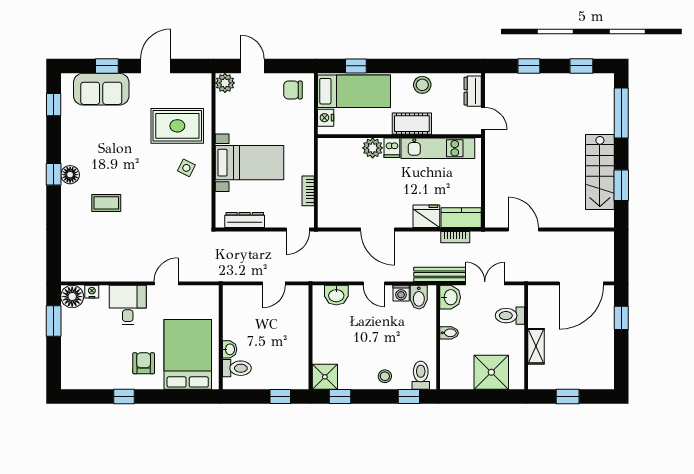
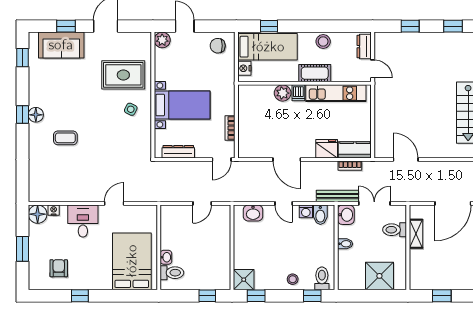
window: (54, 321) -> (22, 249), moved
shelving: (536, 346) -> (416, 234), moved
armchair: (144, 363) -> (59, 268), moved

